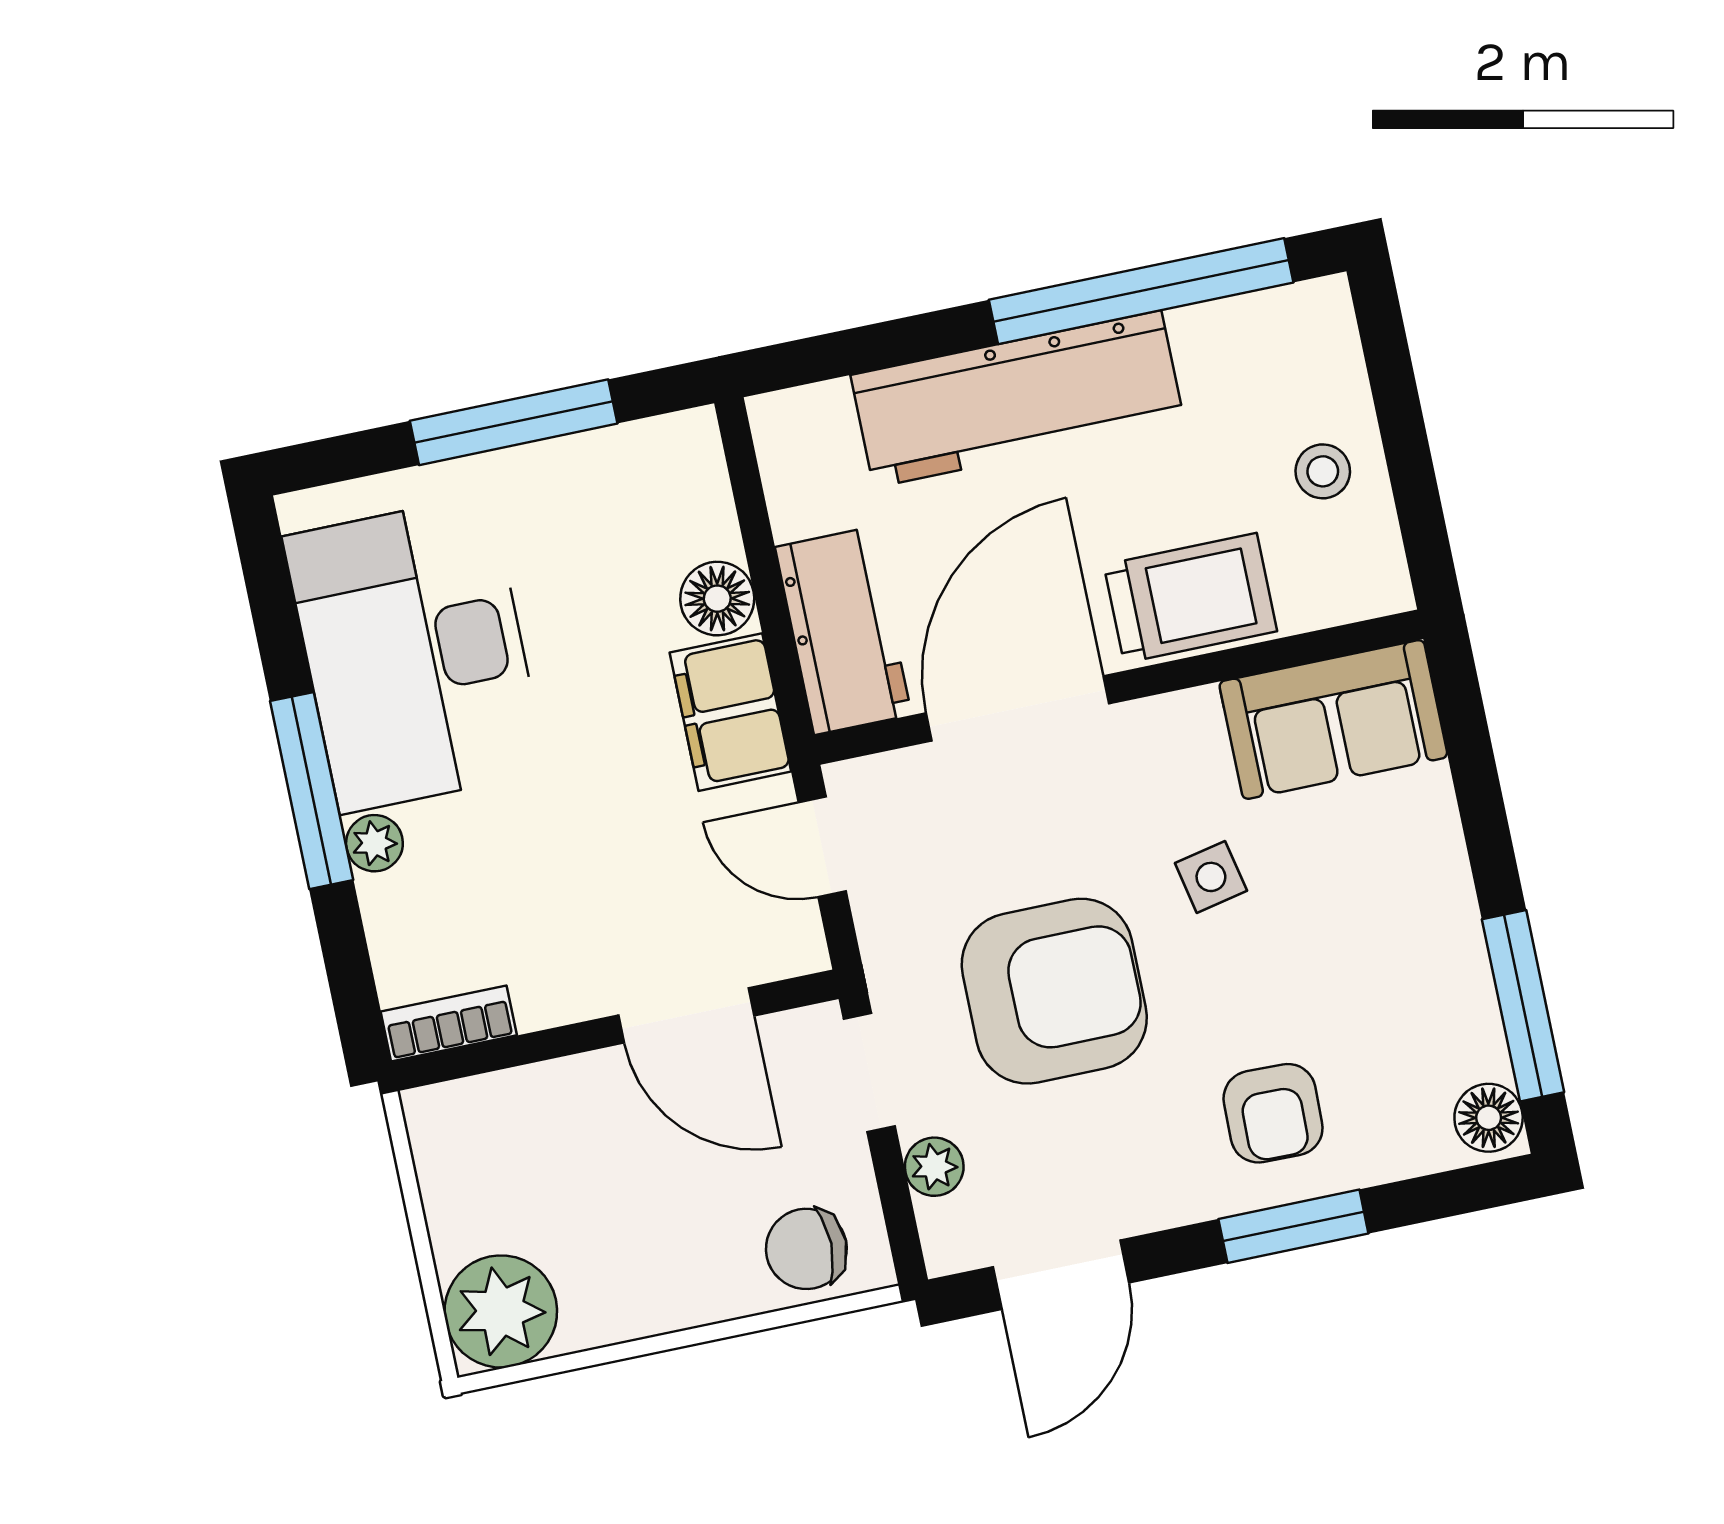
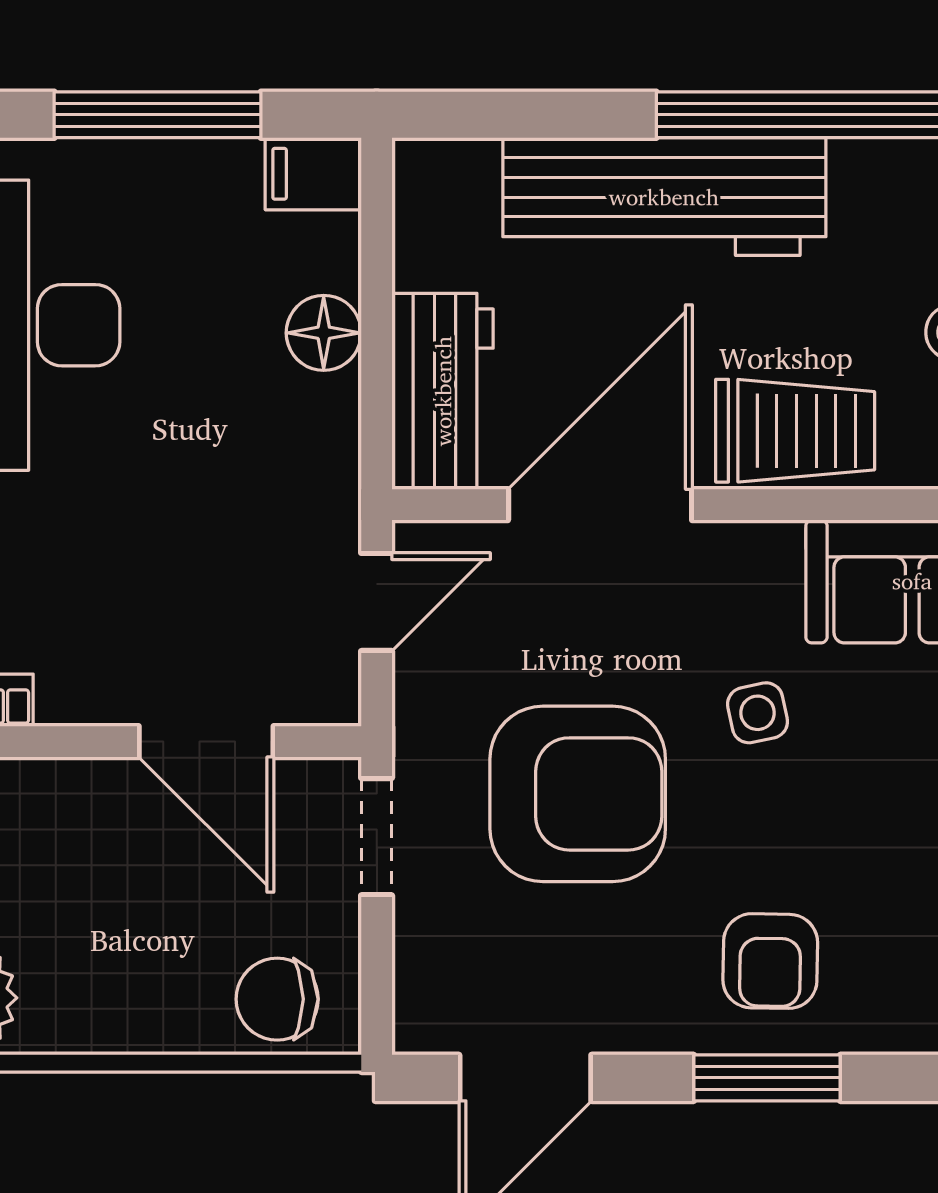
filing cabinet: (730, 712) -> (313, 174), moved, width x0.50
door: (822, 847) -> (377, 602), swing flipped
plant: (934, 1167) -> (422, 944), removed

